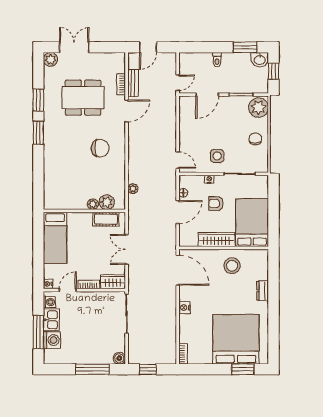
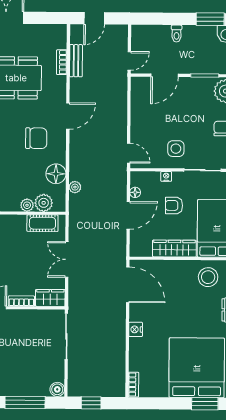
door: (127, 111) -> (68, 116), moved
floor lamp: (117, 178) -> (56, 174), added
stool: (232, 266) -> (208, 277), moved

